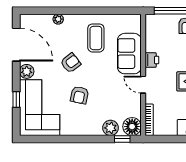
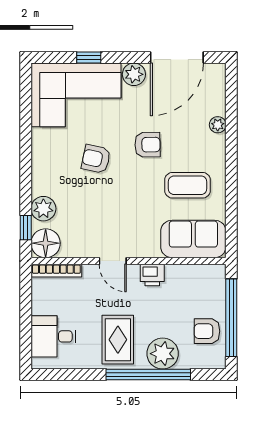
sofa: (129, 54) -> (193, 239), moved
armchair: (71, 63) -> (147, 145), turned -53
door: (143, 85) -> (113, 261), swing flipped

